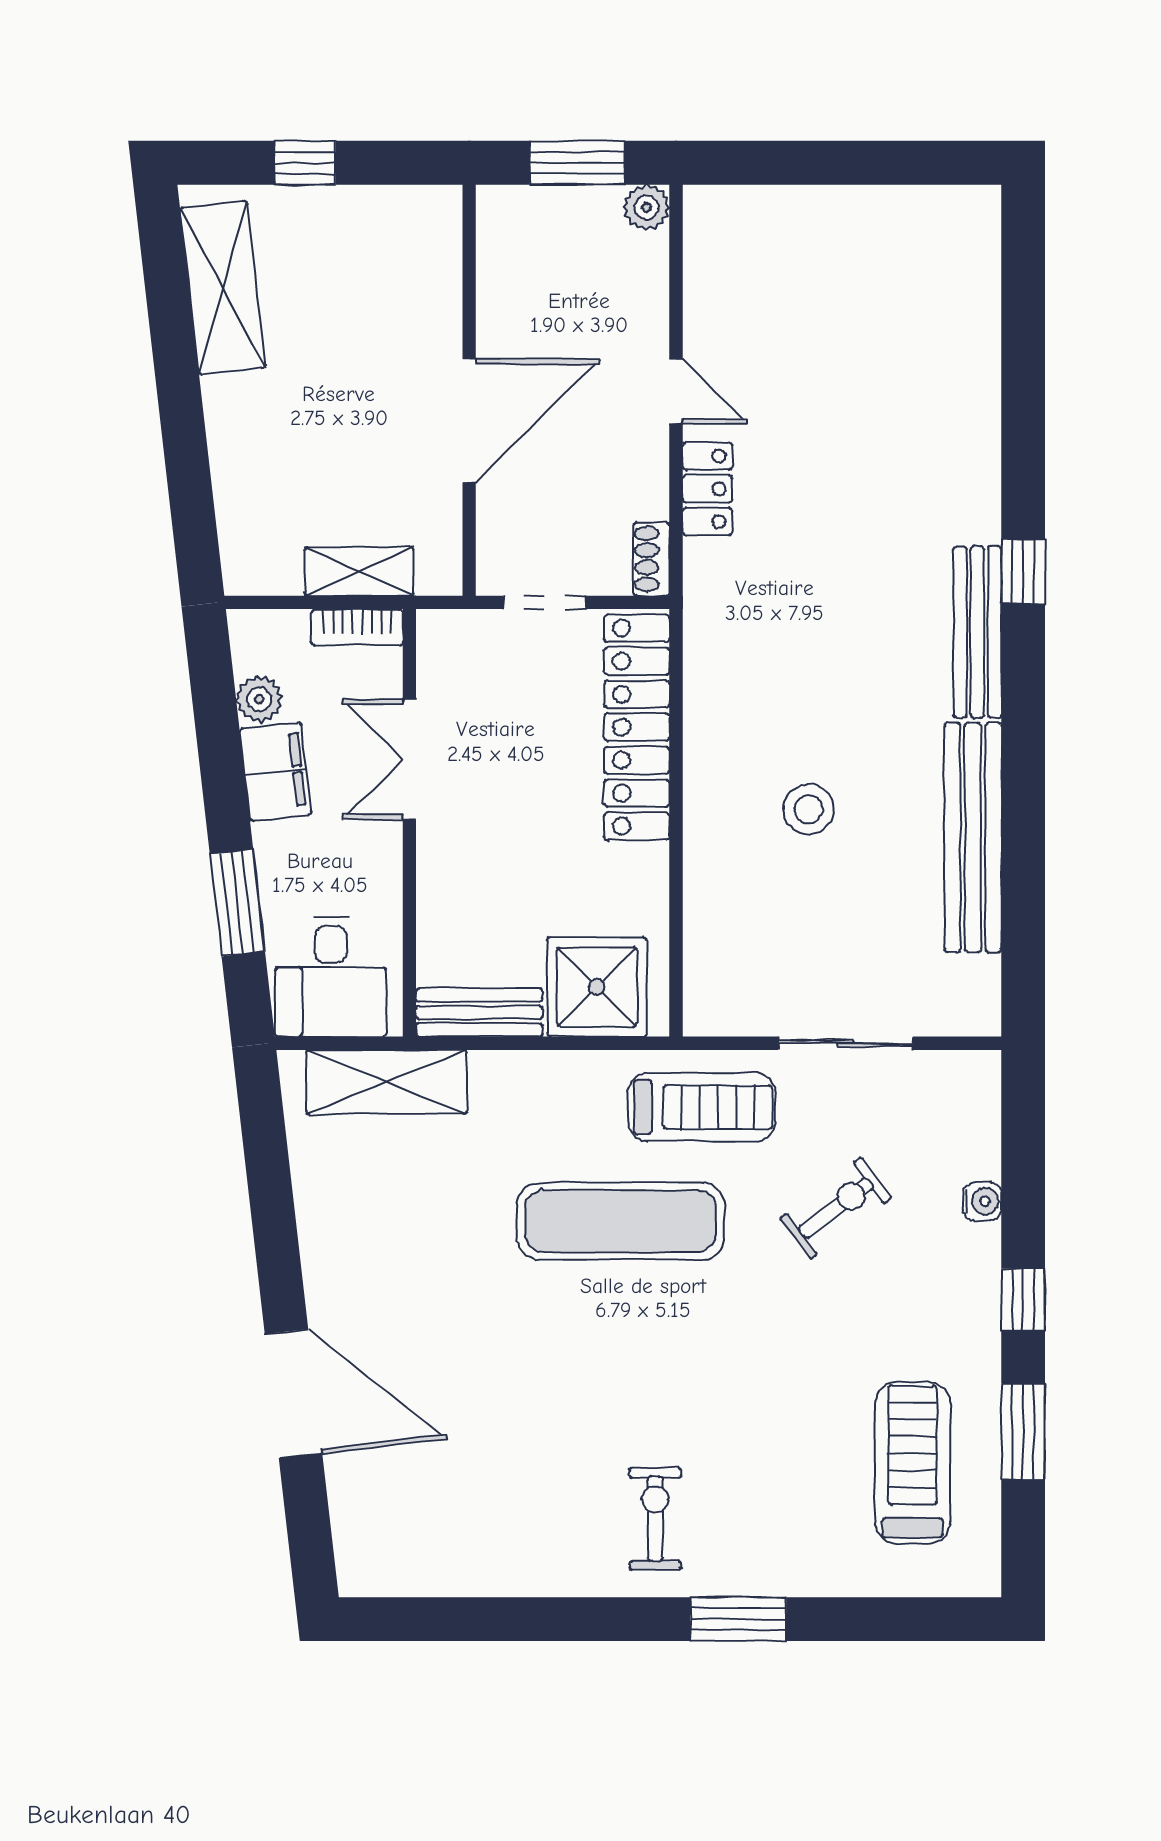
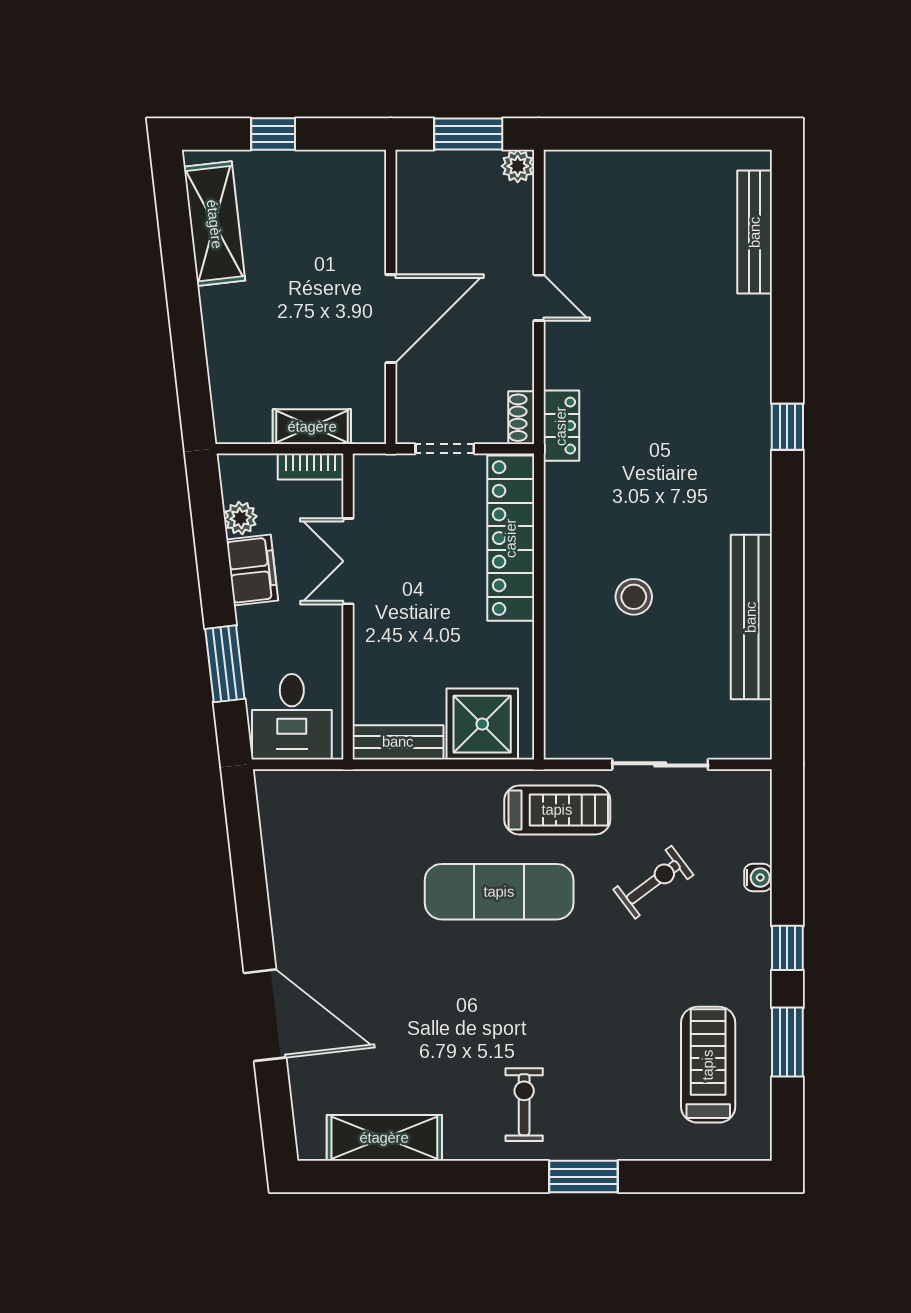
locker: (707, 489) -> (561, 426), moved
bench: (977, 632) -> (755, 232), moved
shelving: (387, 1082) -> (384, 1138), moved

